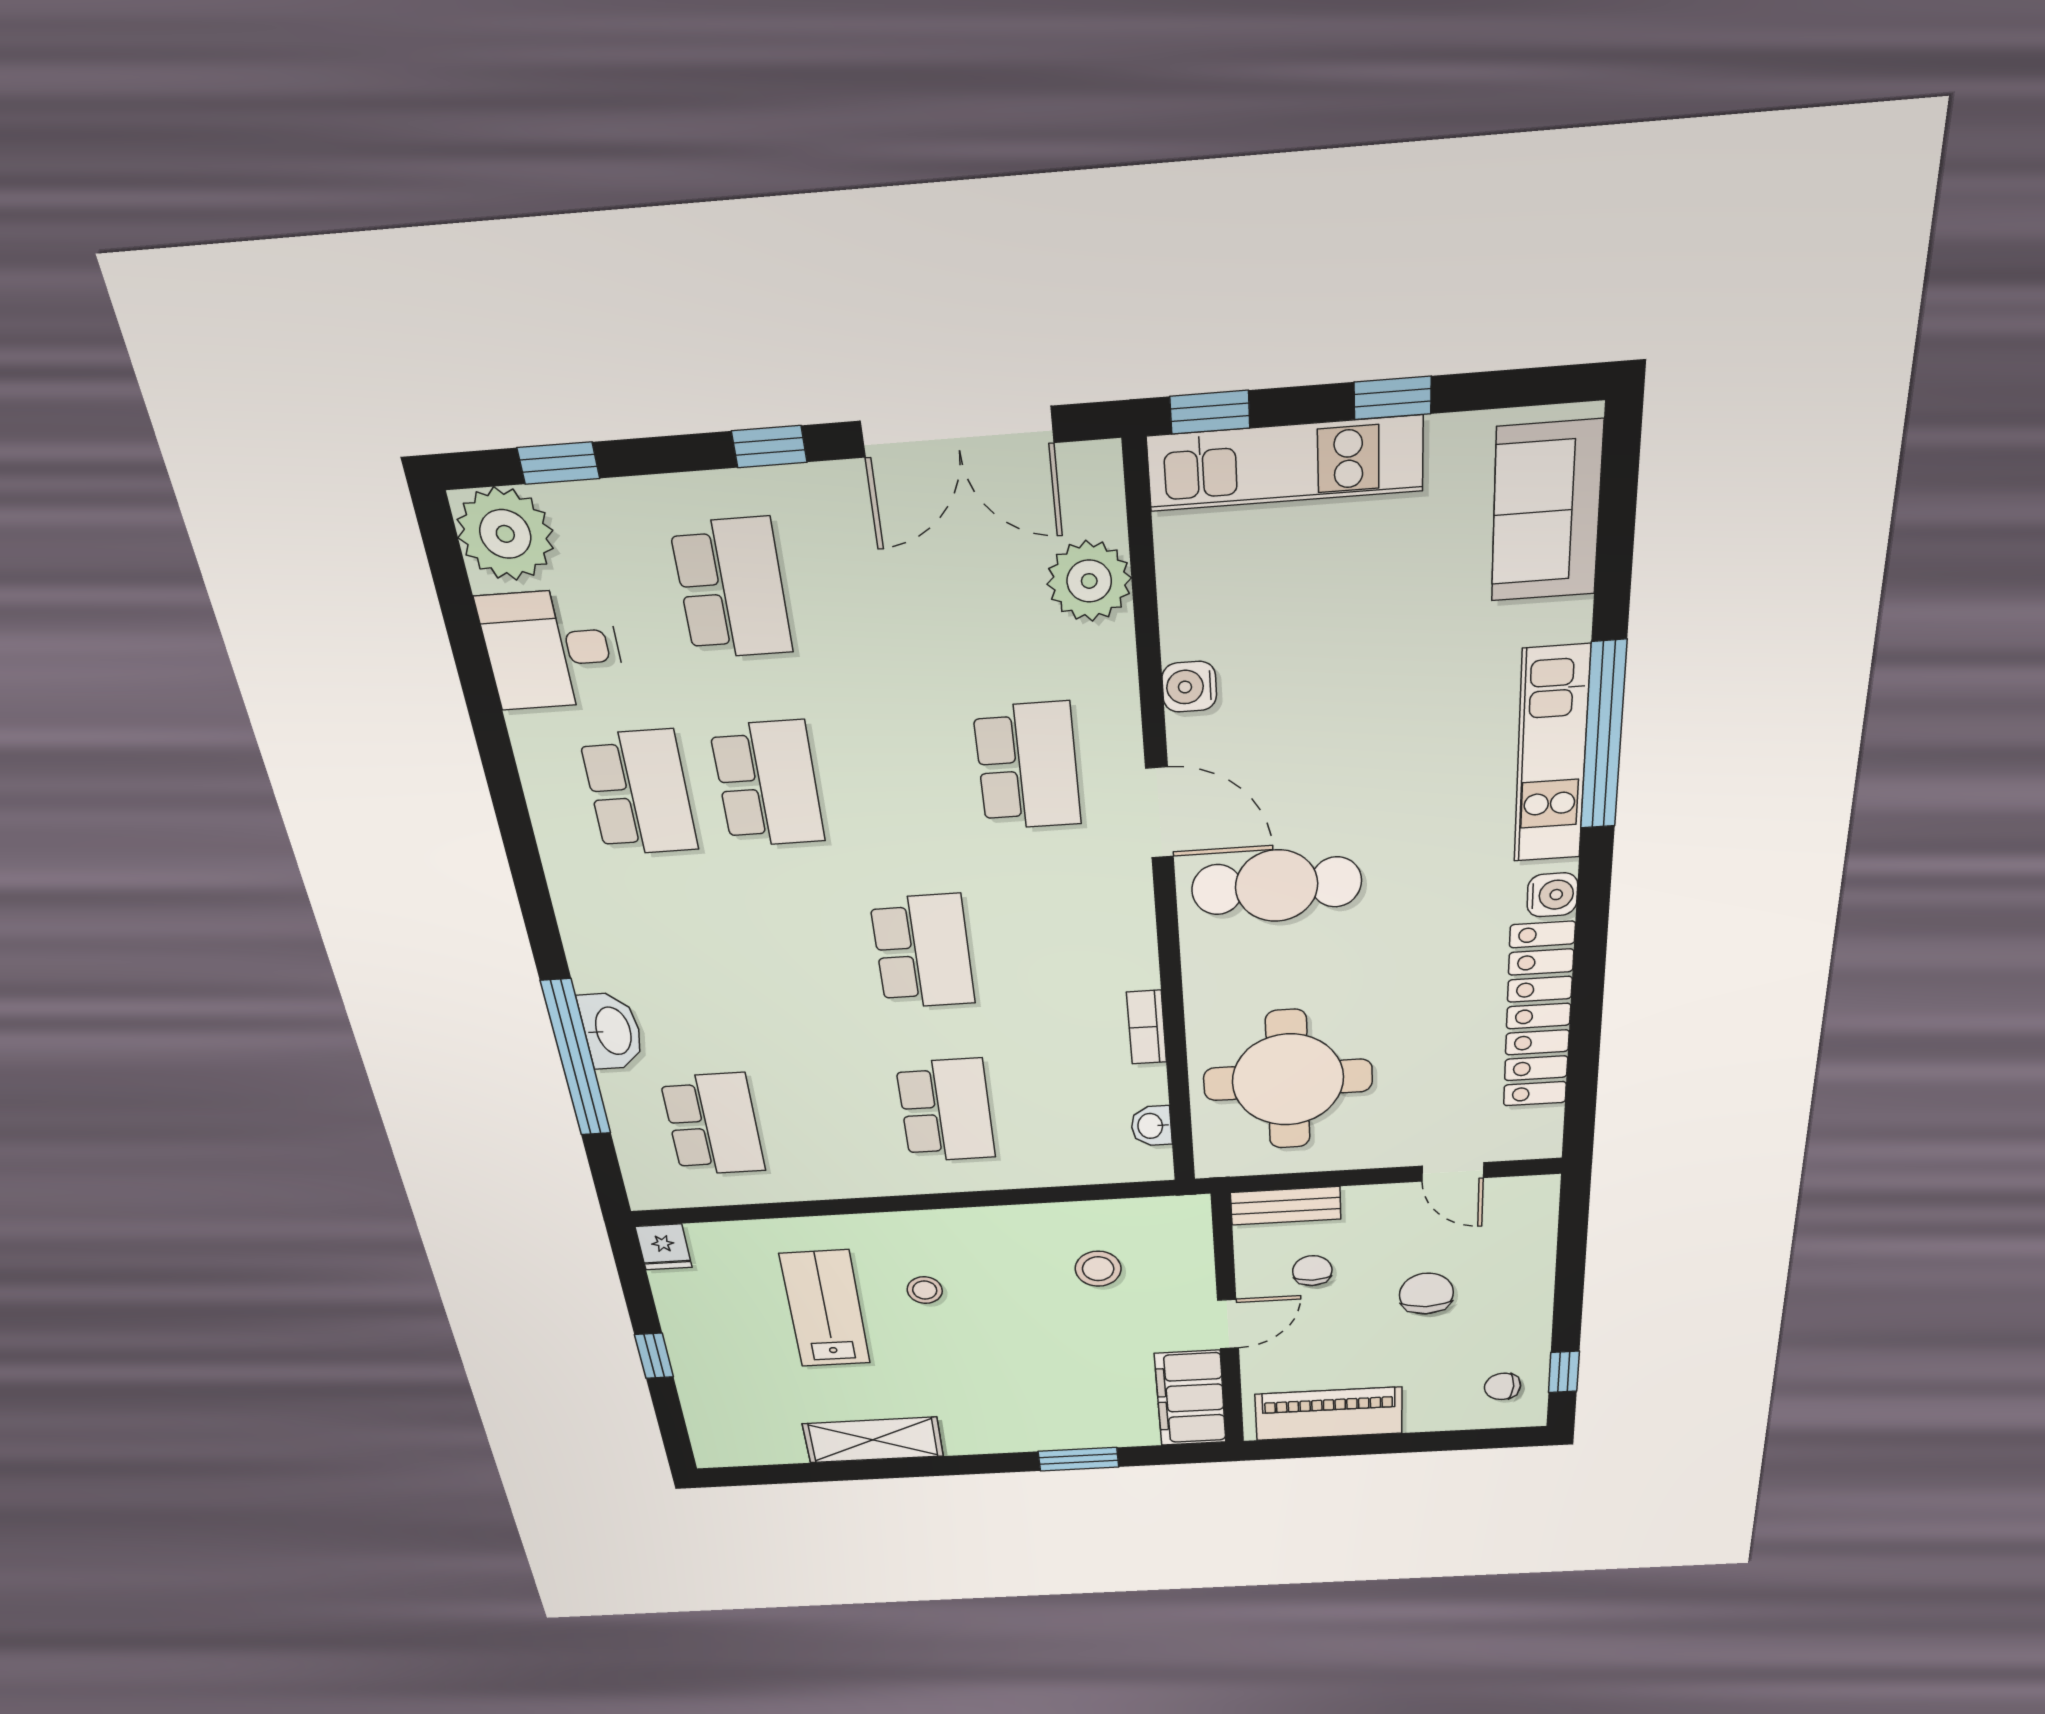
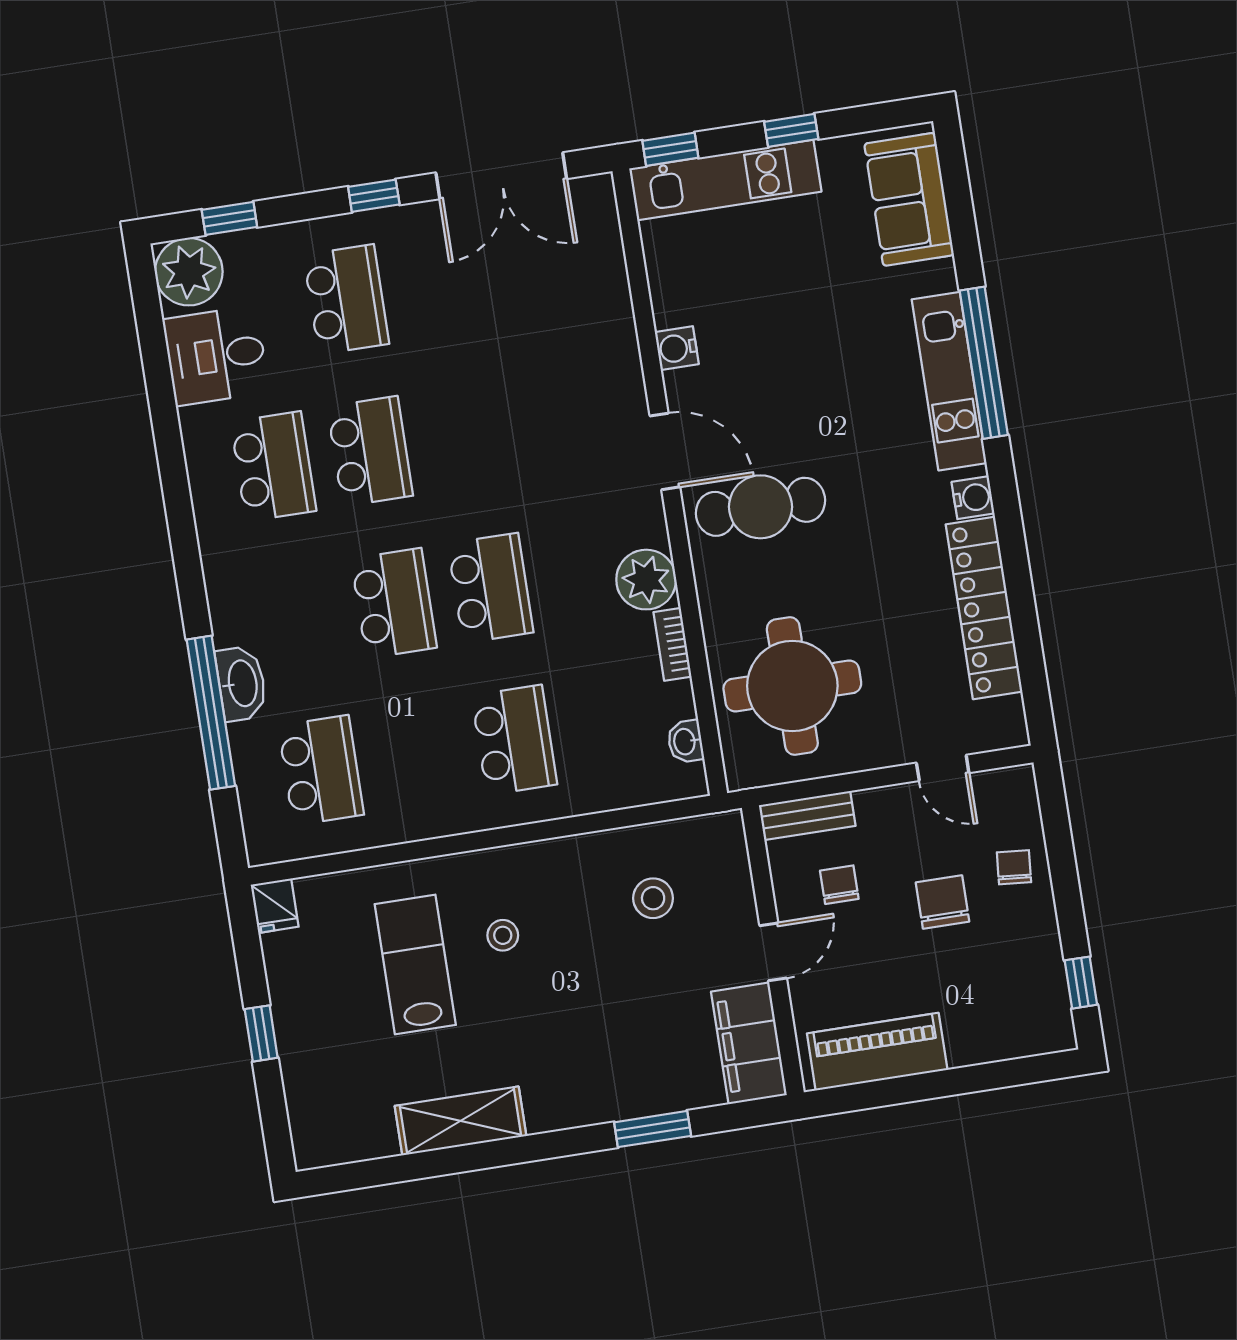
plant: (1089, 581) -> (646, 580), moved
school desk: (1028, 766) -> (394, 603), moved
chair: (1502, 1386) -> (1014, 867), moved, turned 93

